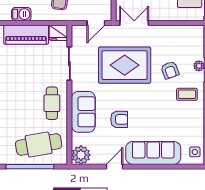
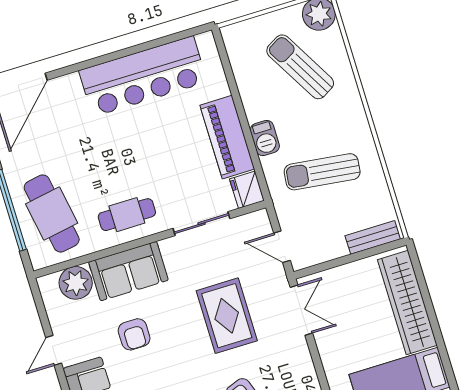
barbecue: (21, 14) -> (265, 138), moved
rug: (125, 65) -> (227, 316), width x0.73, depth x0.69
plant: (81, 155) -> (76, 283), moved
door: (115, 167) -> (54, 350), swing flipped

